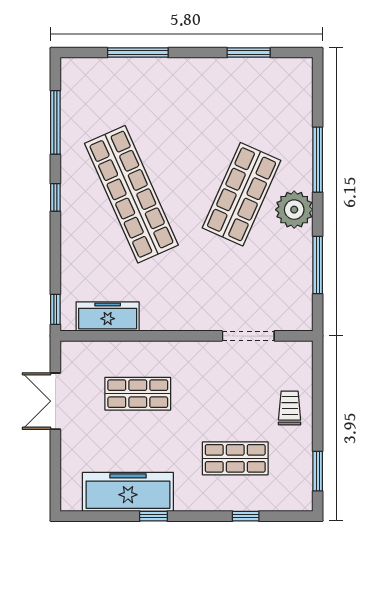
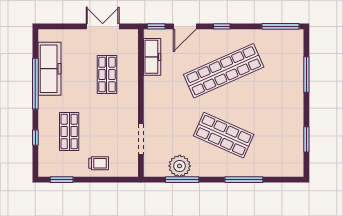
window: (55, 122) -> (280, 26), moved
plant: (294, 210) -> (180, 166), moved
door: (55, 261) -> (185, 26), added
window: (154, 516) -> (35, 84), width x3.17

